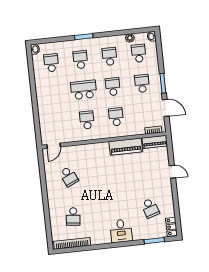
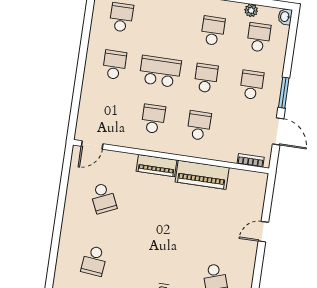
school desk: (80, 60) -> (114, 65), moved
piano: (155, 142) -> (157, 166), moved
door: (172, 172) -> (263, 232), swing flipped

